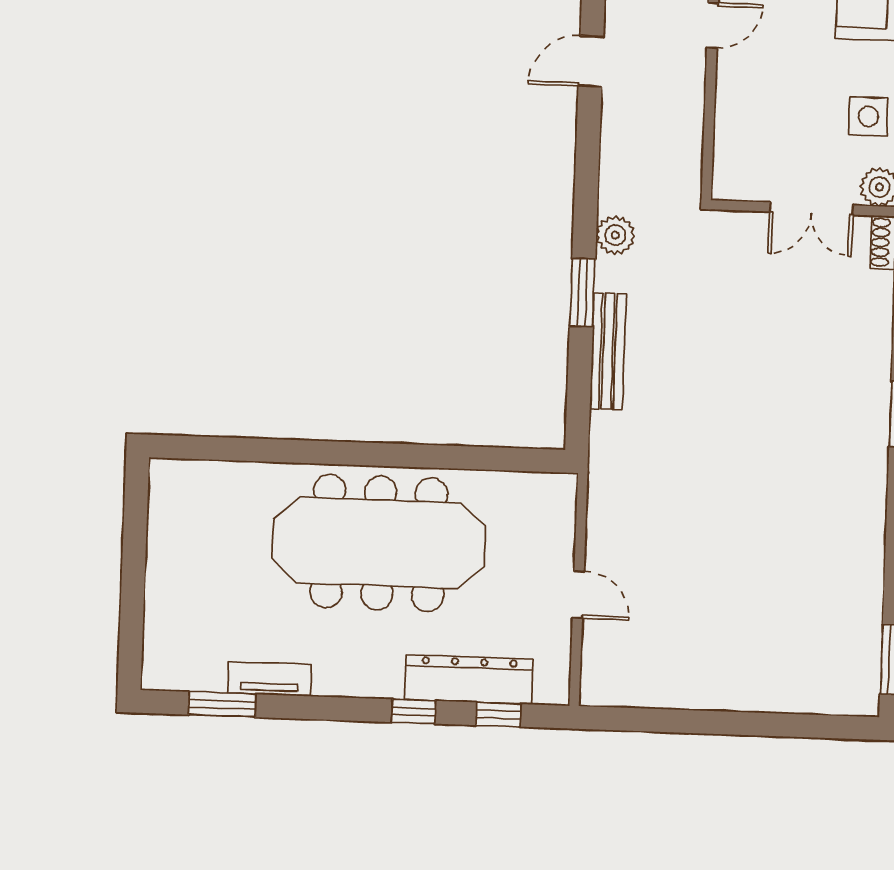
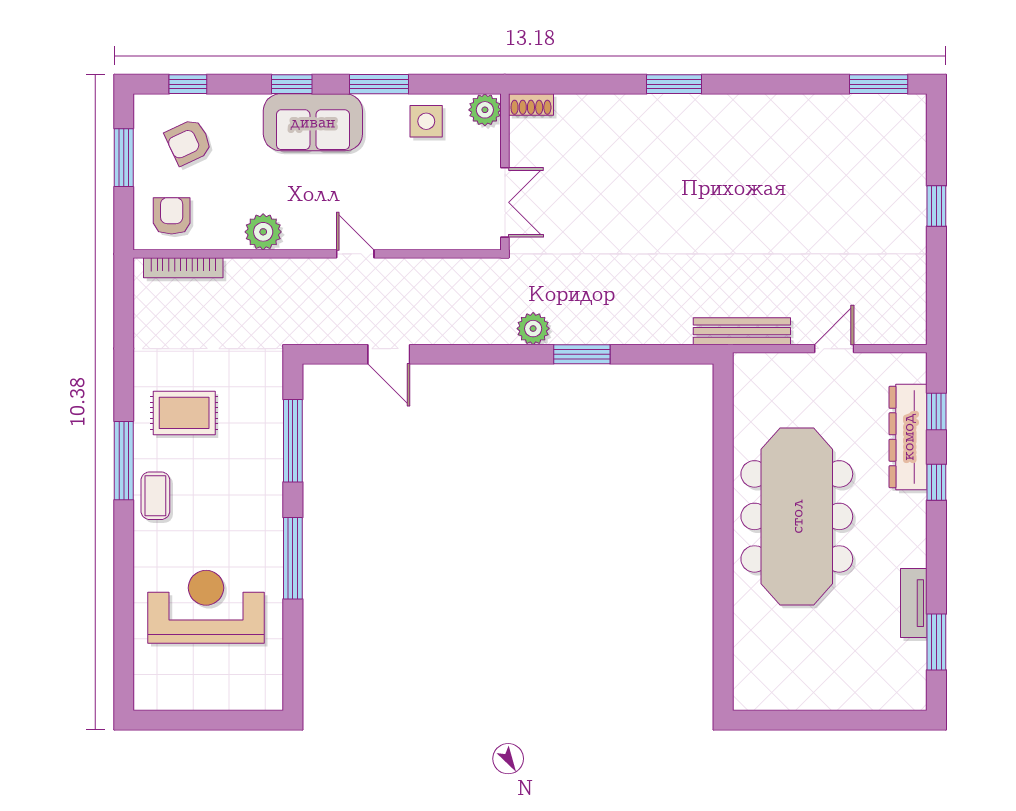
double door: (811, 208) -> (505, 202), moved
bench: (608, 351) -> (742, 331), moved
window: (744, 724) -> (936, 206), added

